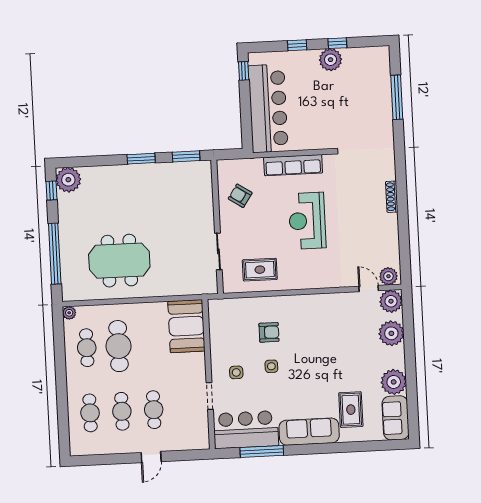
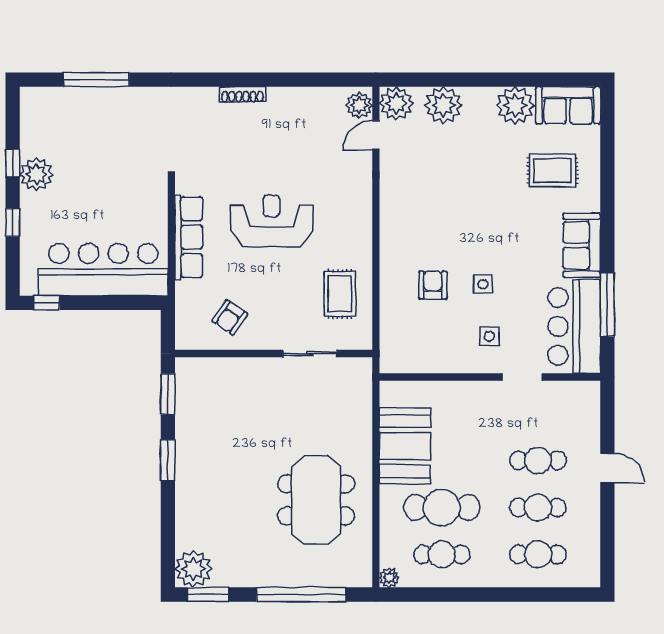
window: (51, 191) -> (208, 594), width x1.50
reception desk: (307, 221) -> (272, 221), turned 180
booth: (186, 326) -> (405, 446), moved, turned 90
sofa: (309, 432) -> (582, 245), width x0.73

